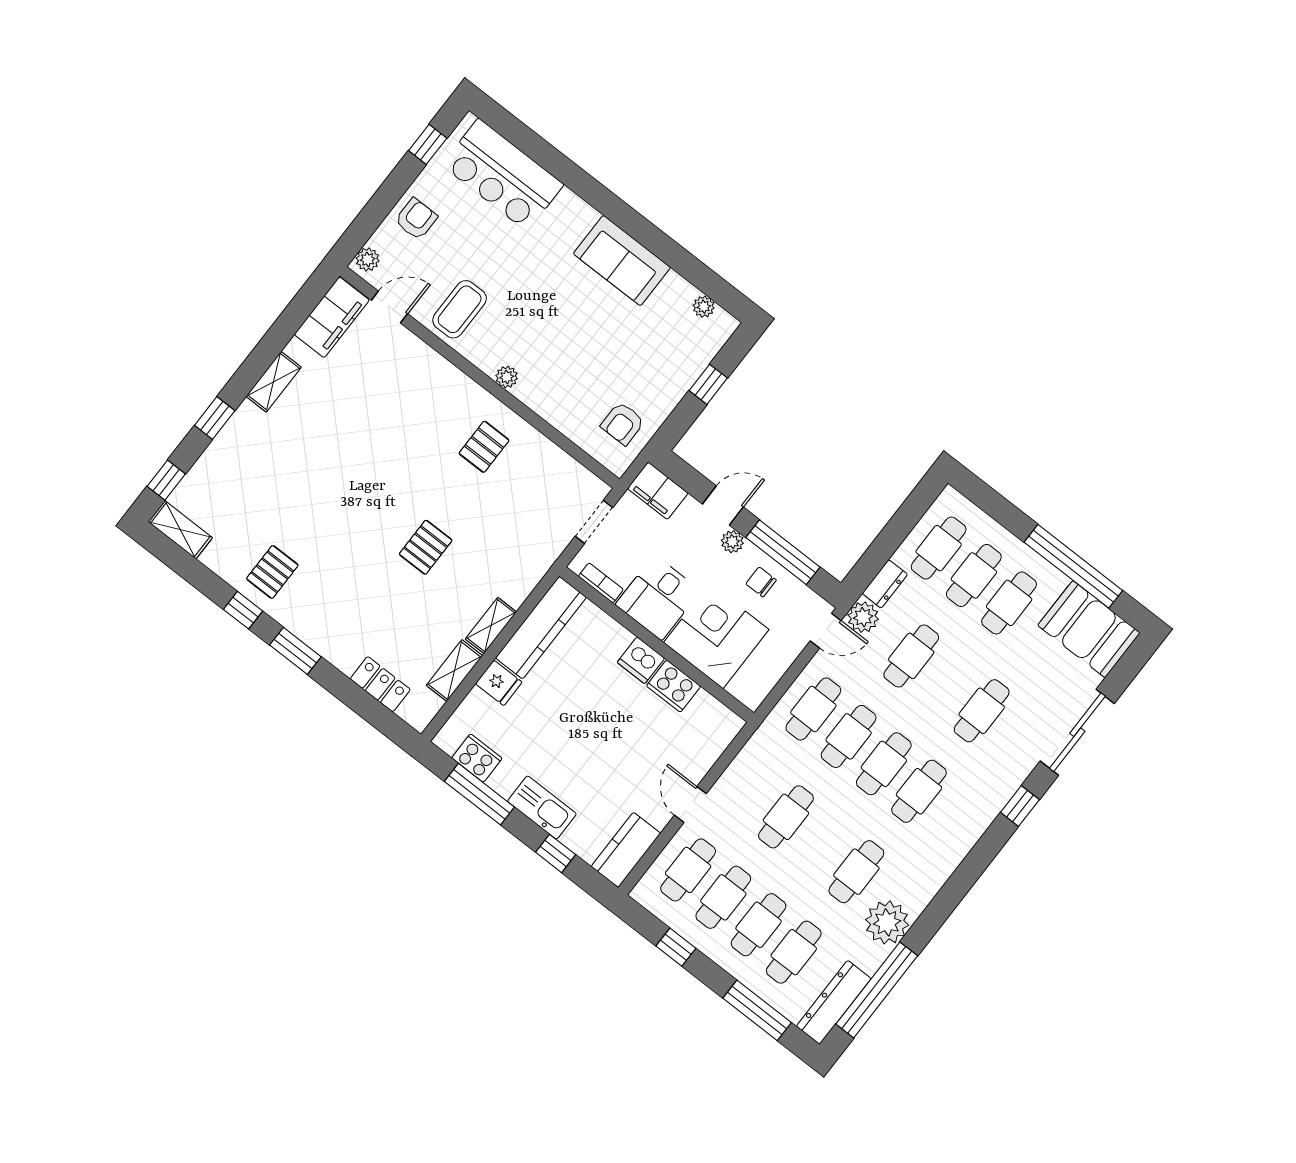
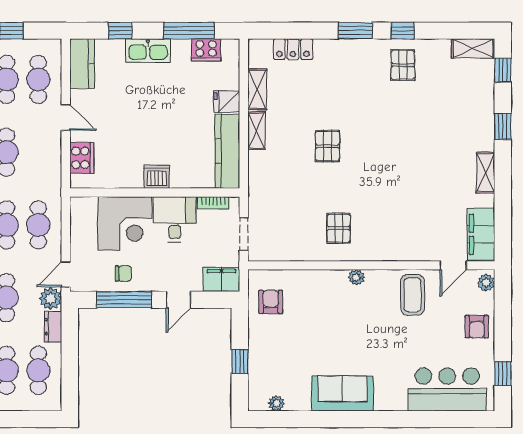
plant: (732, 542) -> (157, 284), removed
cooker: (674, 686) -> (82, 158), moved, turned 90

